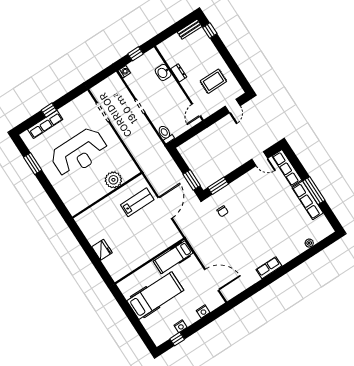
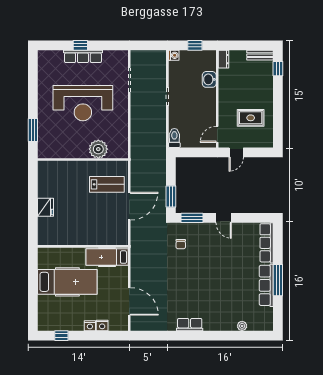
dresser: (179, 73) -> (223, 59), moved
door: (233, 106) -> (236, 152), moved
row of seats: (45, 124) -> (83, 56), moved
door: (260, 159) -> (224, 218), moved
window: (33, 164) -> (33, 130), moved
nightstand: (180, 326) -> (90, 326), moved

